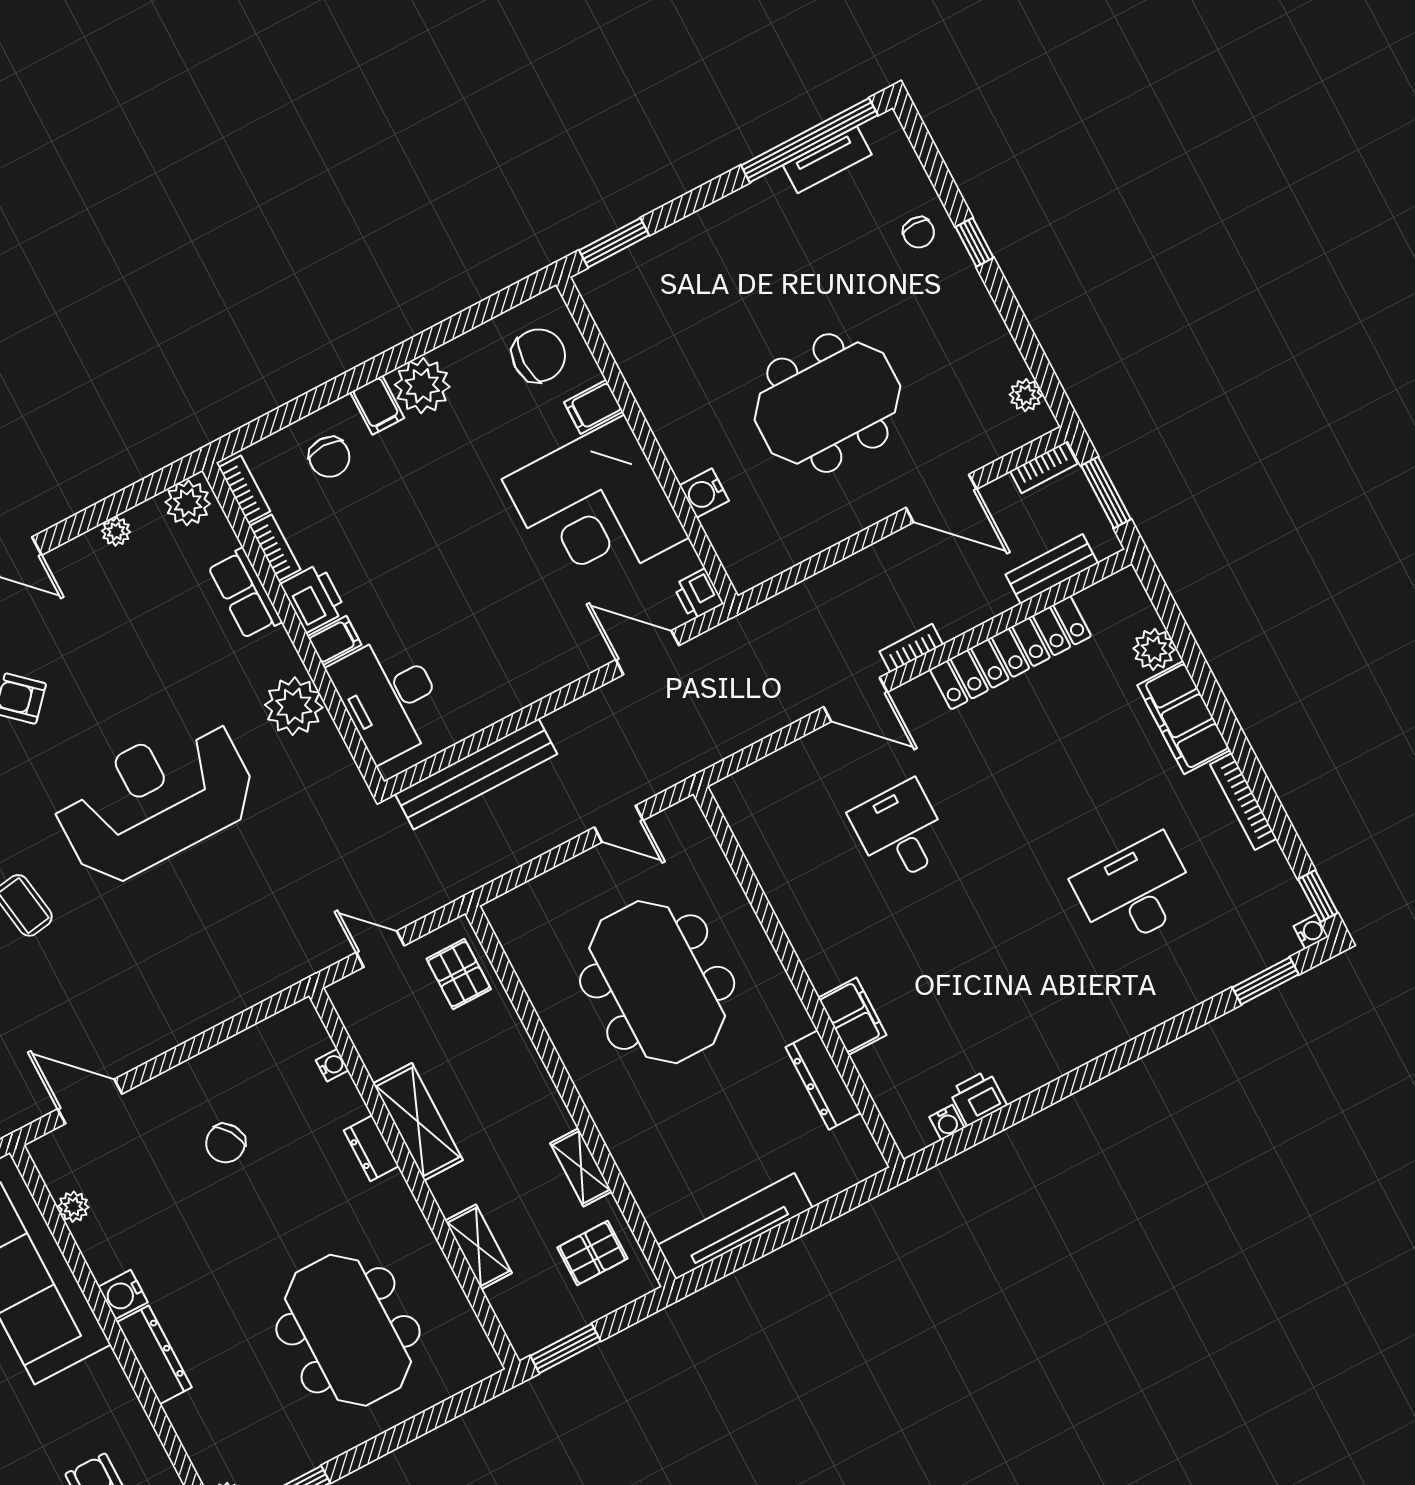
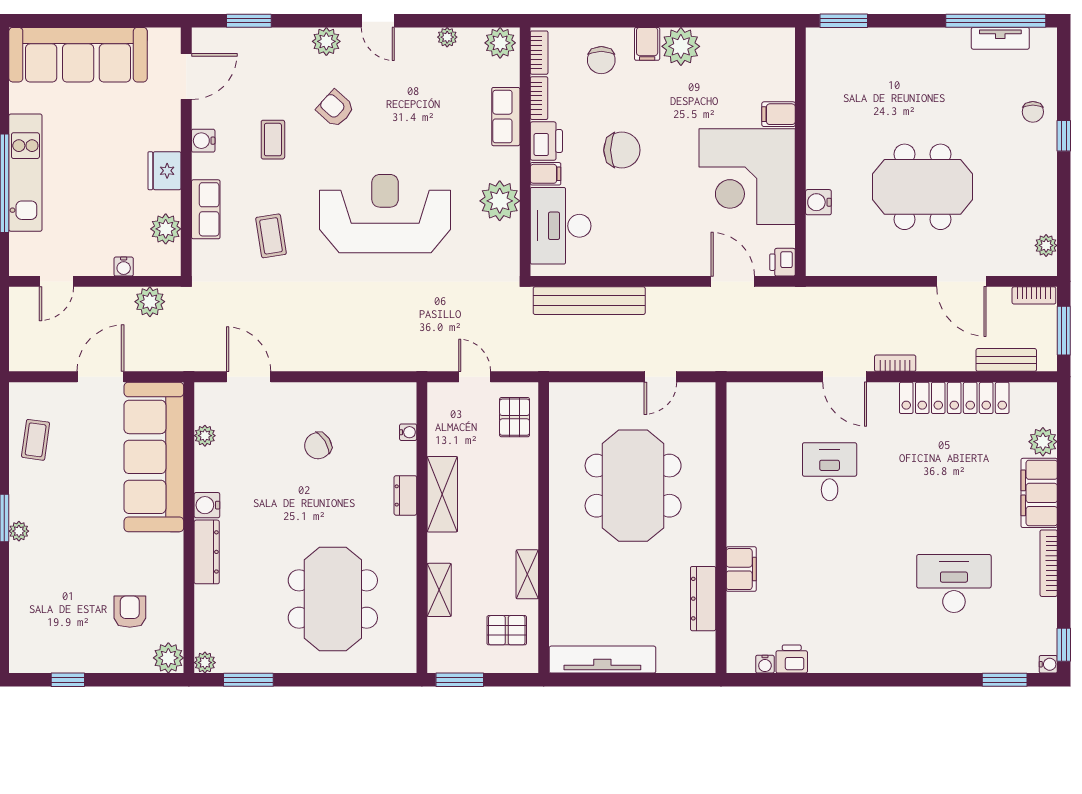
chair: (539, 355) -> (622, 150), moved
door: (619, 824) -> (660, 377), hinge flipped

